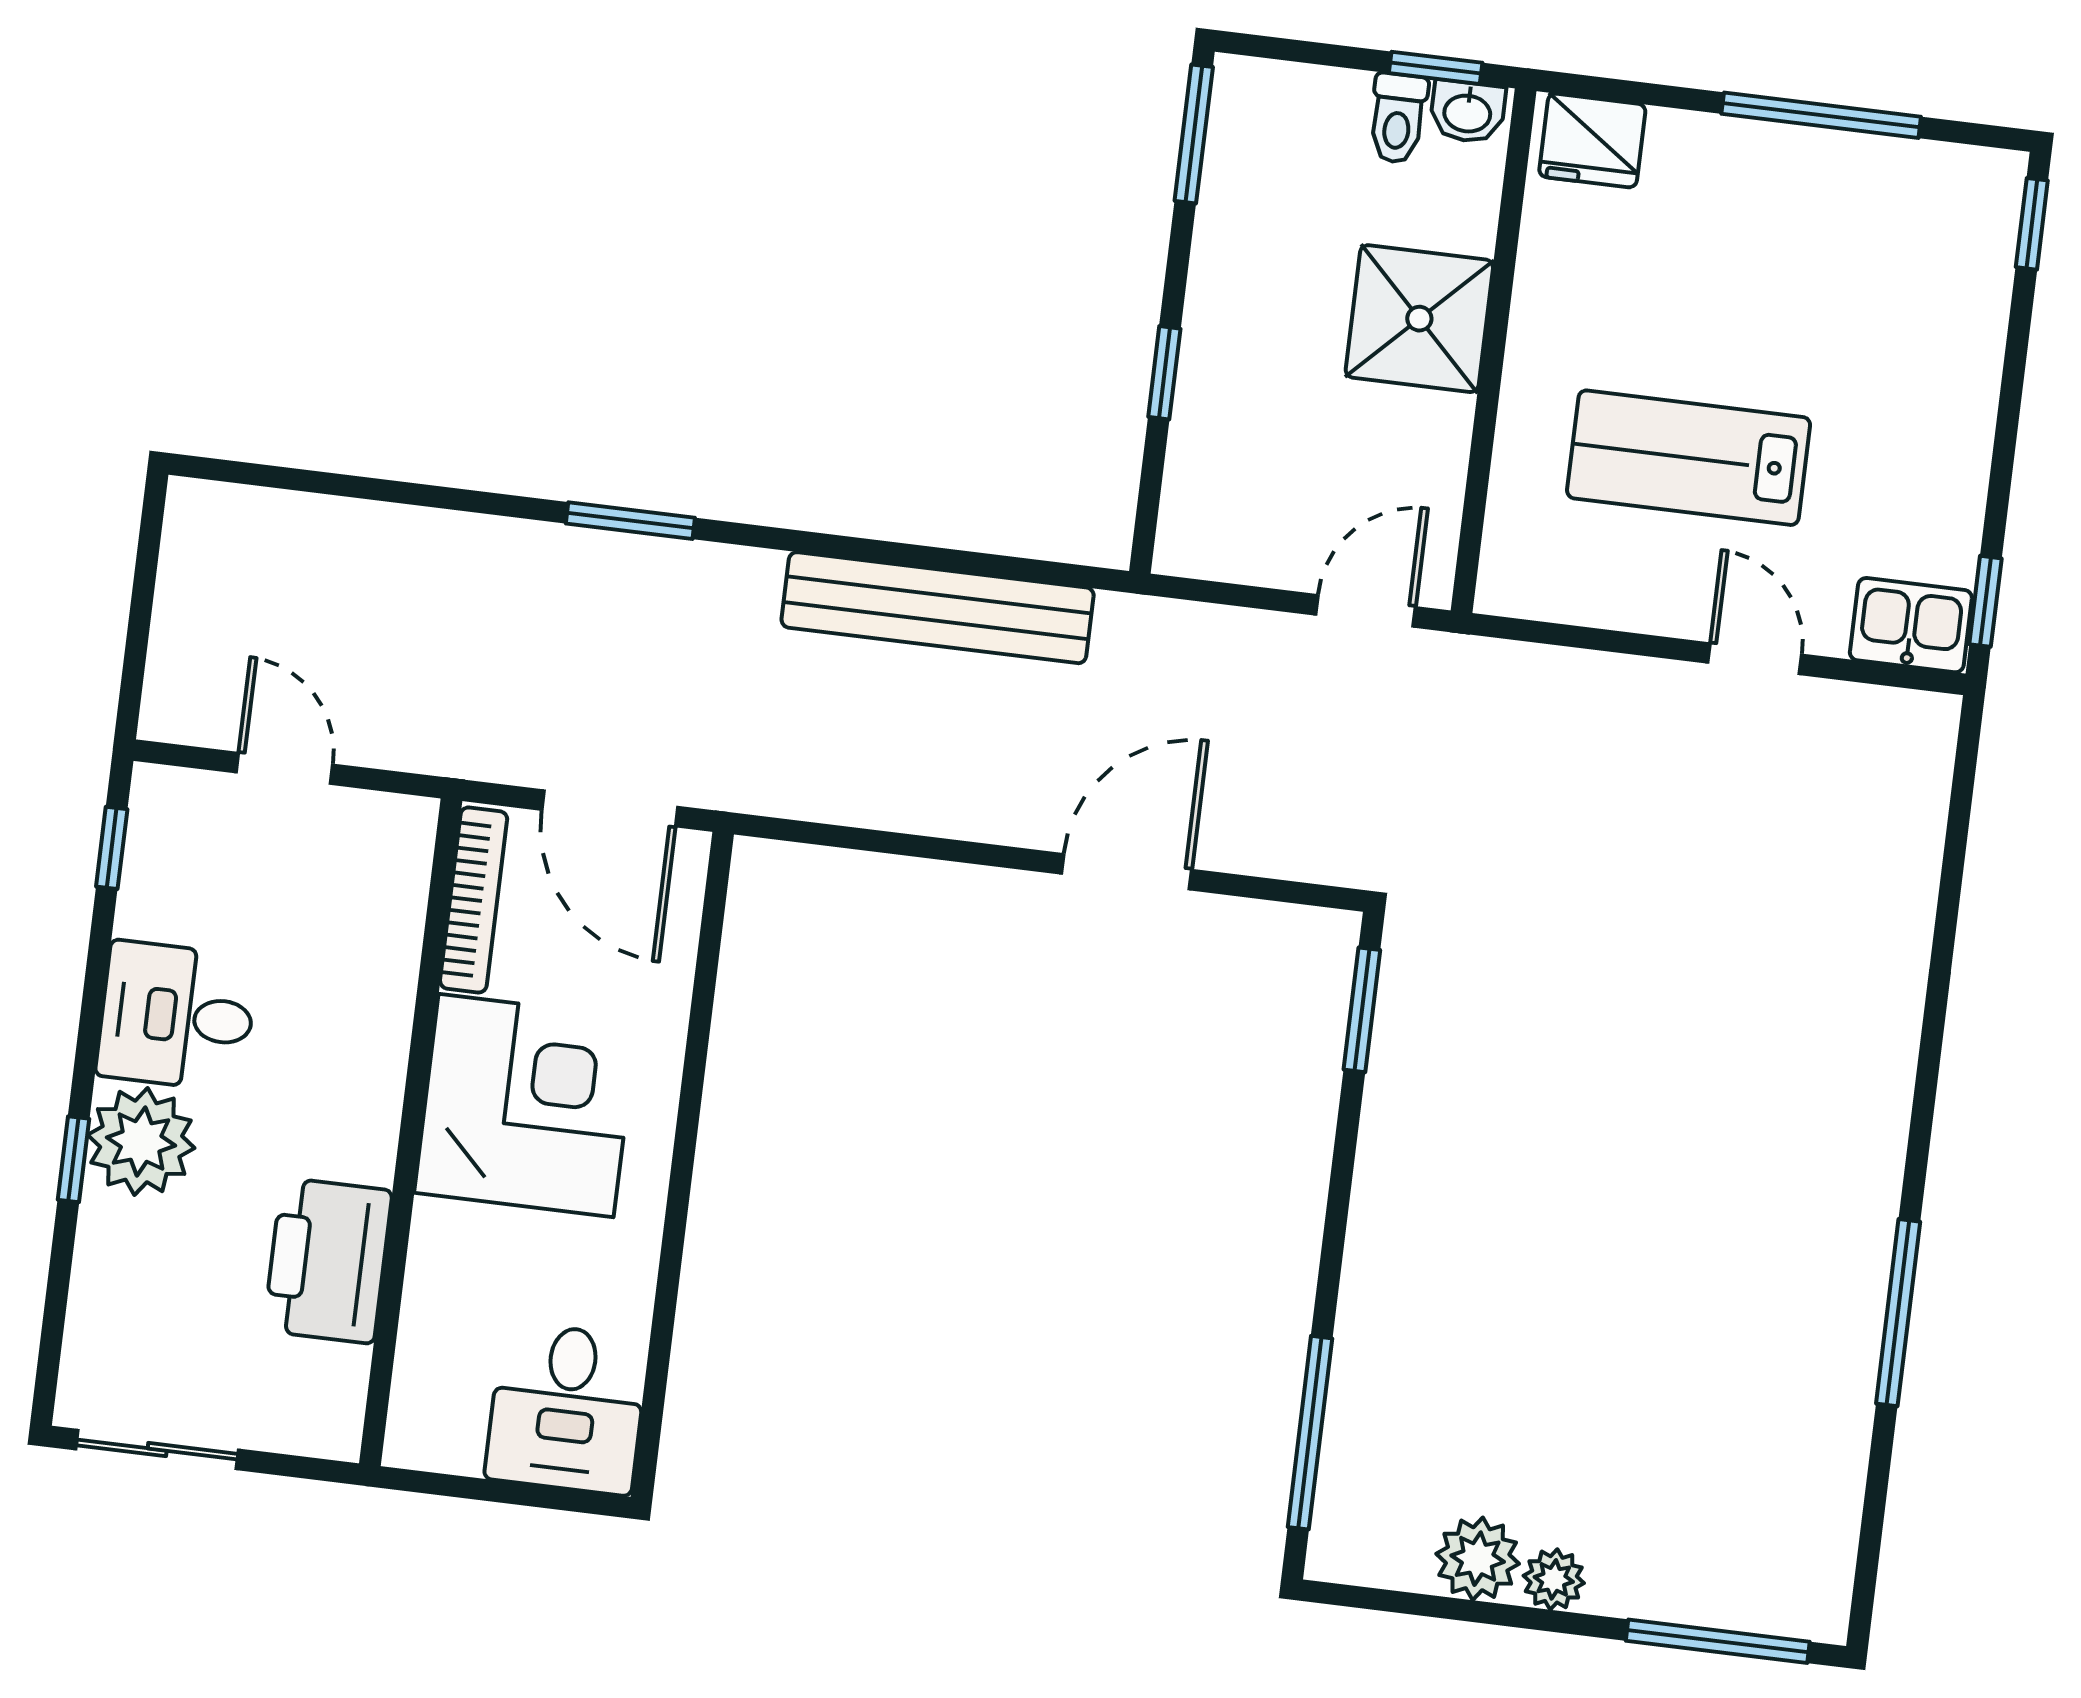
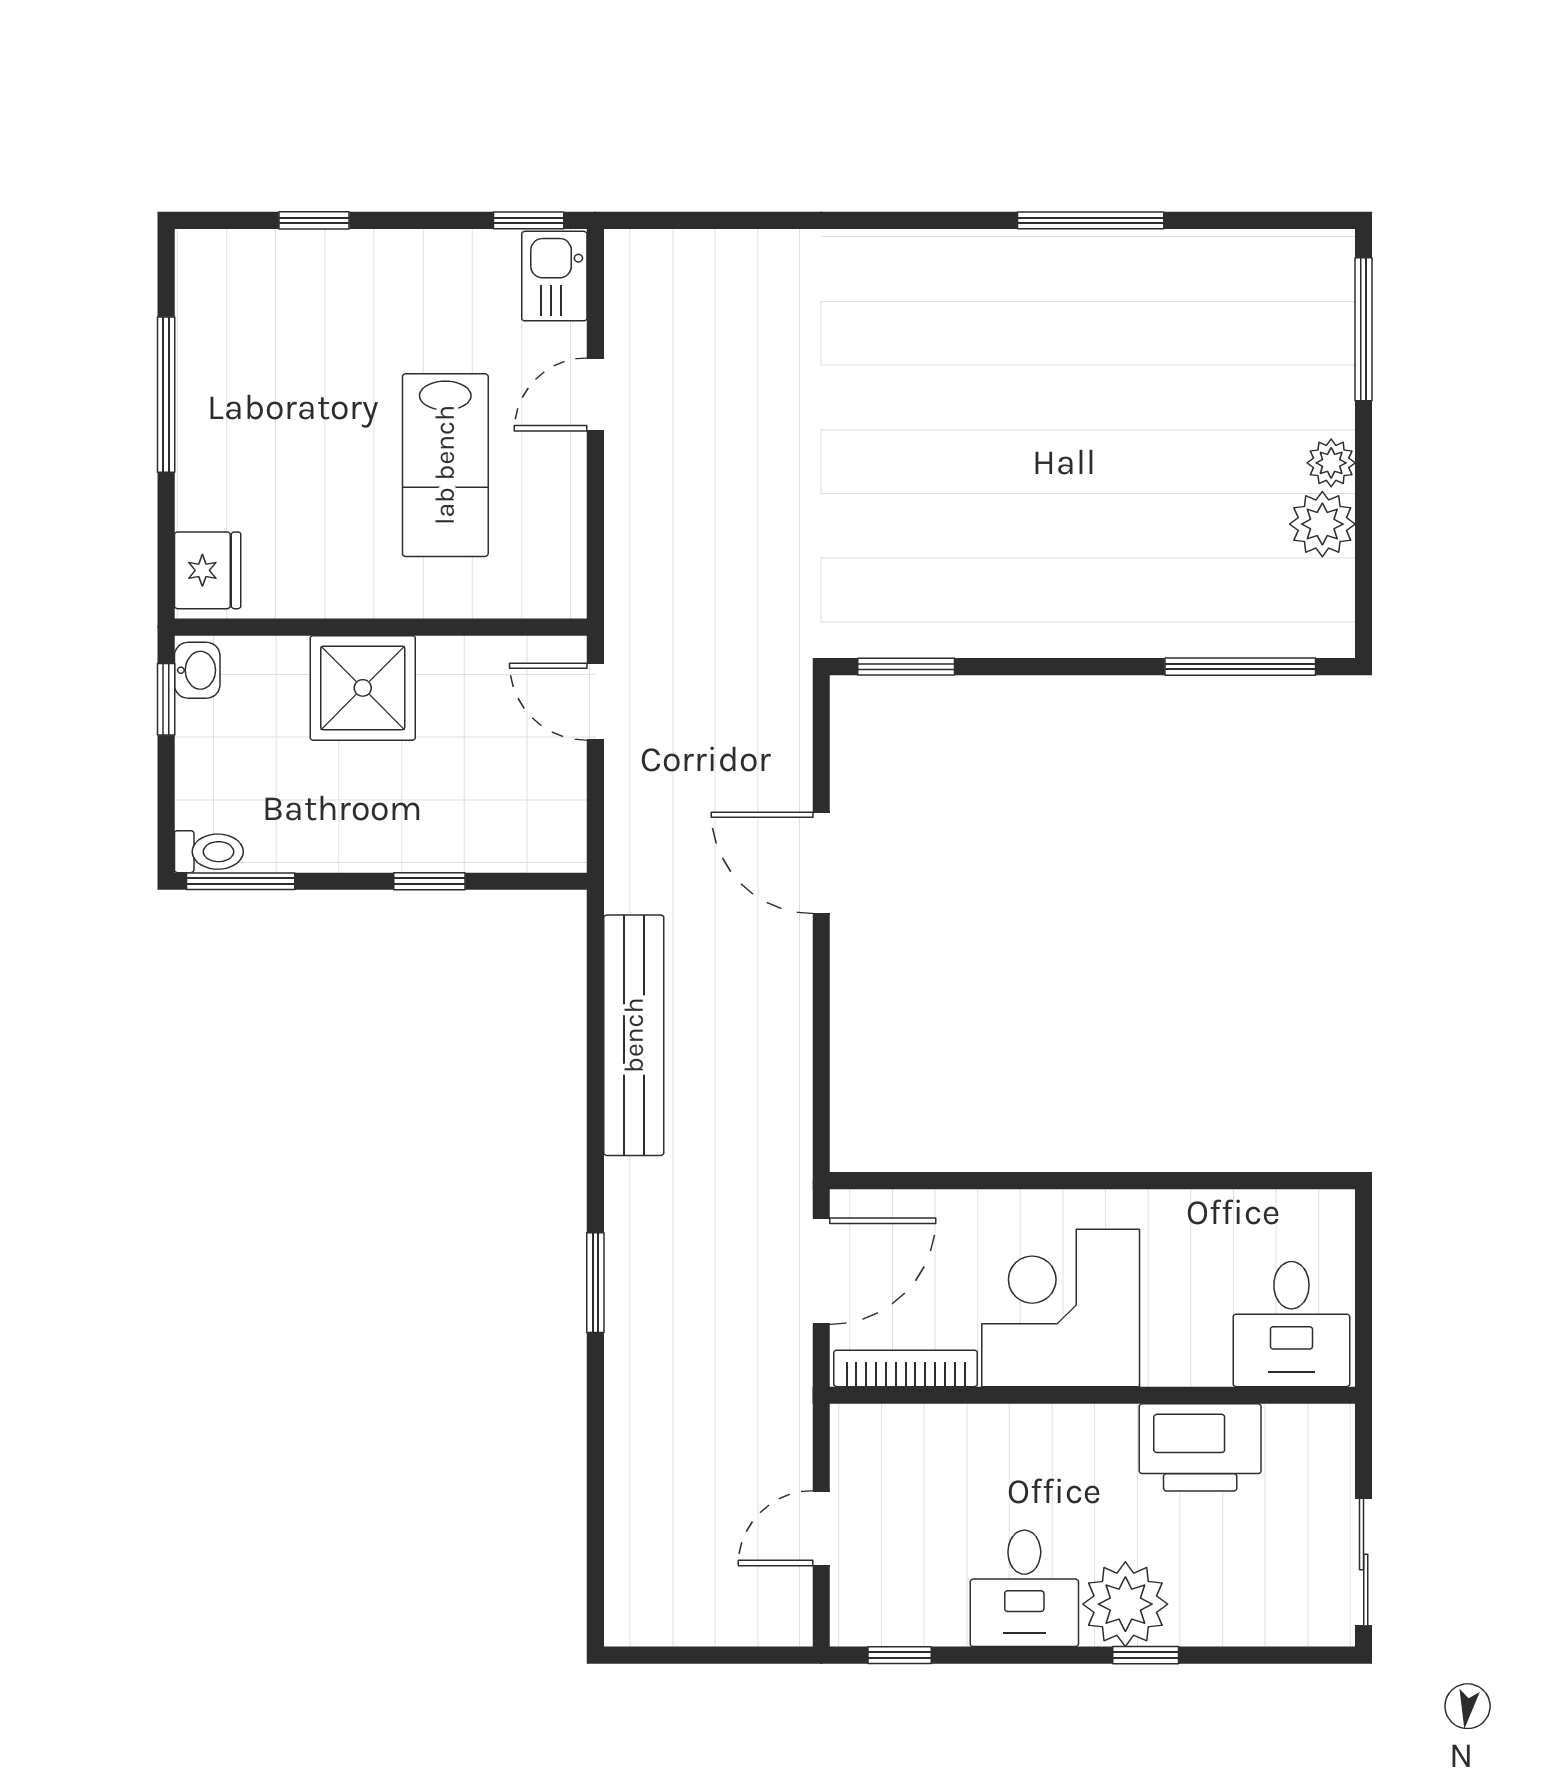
toilet: (1398, 118) -> (209, 852), moved
window: (2032, 224) -> (314, 220), moved
desk: (567, 1408) -> (1291, 1324), moved, turned 90

